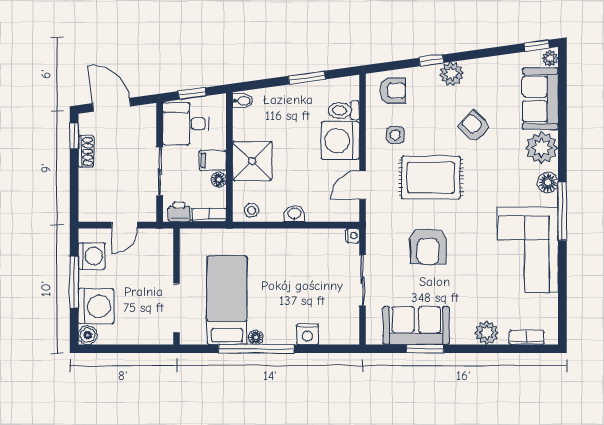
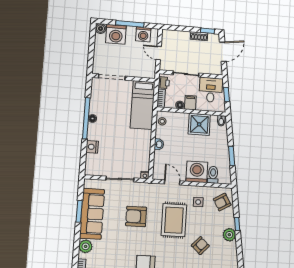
armchair: (393, 91) -> (222, 202), turned 60
shower: (252, 161) -> (199, 124), moved
bed: (227, 300) -> (143, 105), moved, turned 90
sofa: (416, 325) -> (92, 214), width x1.36

